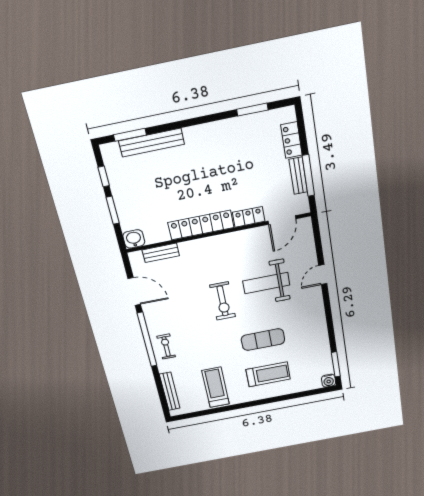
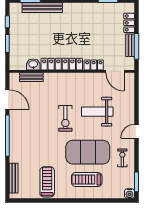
door: (282, 220) -> (115, 71), hinge flipped
washbasin: (134, 239) -> (33, 64), moved
door: (323, 275) -> (136, 131), moved
exercise mat: (263, 340) -> (88, 152), width x2.00, depth x1.45
exercise bike: (166, 347) -> (122, 158), moved
treadmill: (268, 374) -> (87, 180), turned 180

